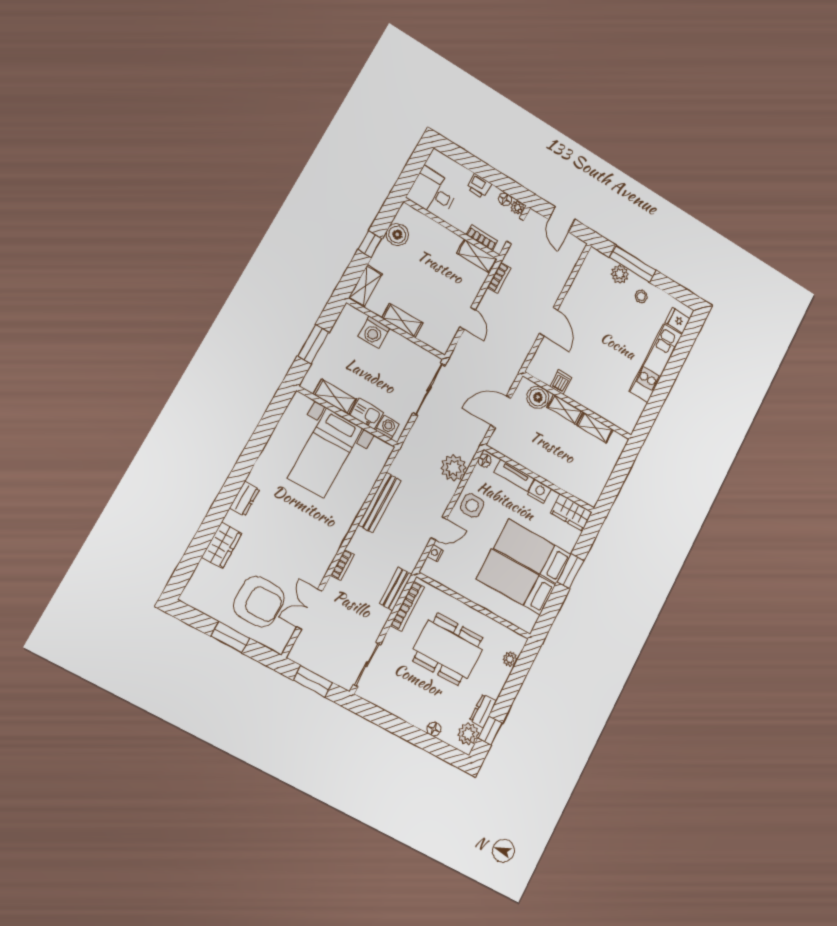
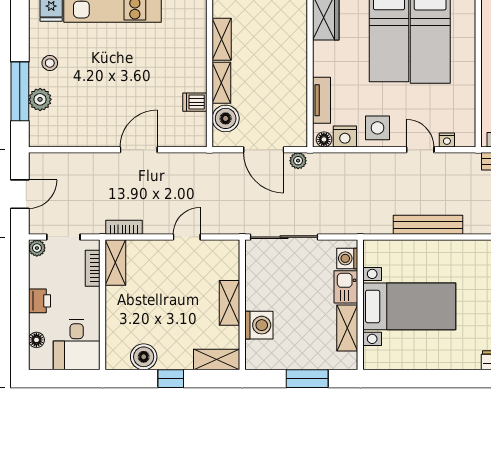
floor lamp: (505, 199) -> (36, 340), moved
plant: (454, 468) -> (298, 161), moved, width x0.53, depth x0.53
nightstand: (539, 492) -> (345, 137), moved, turned -90

